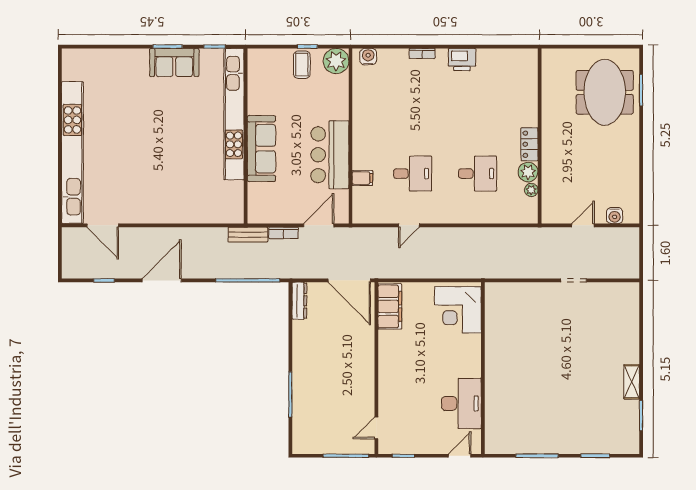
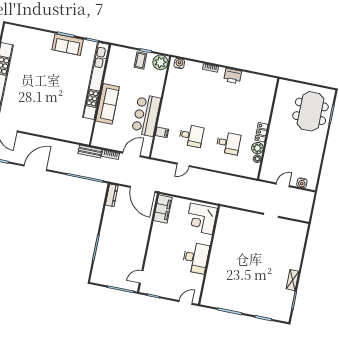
desk: (461, 403) -> (196, 258), moved

